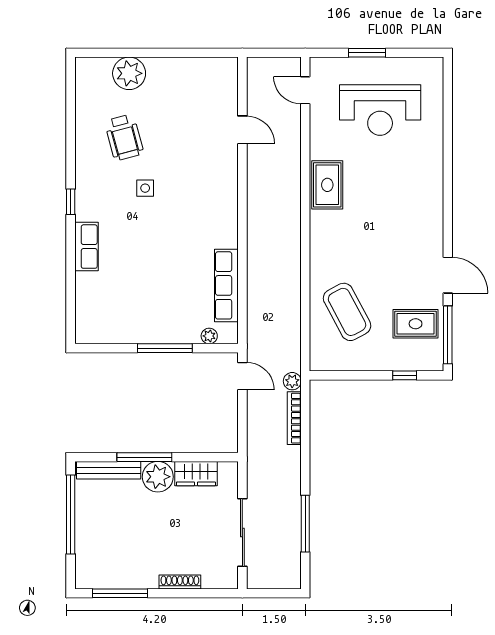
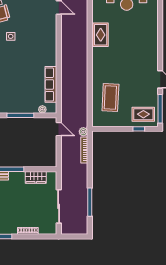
coffee table: (347, 312) -> (110, 98), turned 31
rug: (416, 324) -> (143, 114), moved
plant: (158, 477) -> (17, 179), removed

